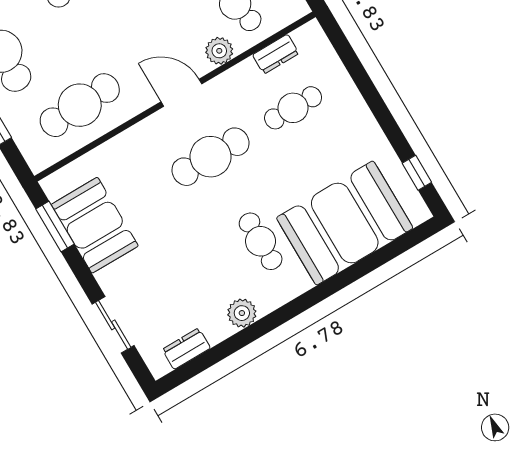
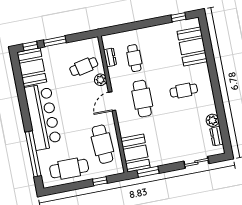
booth: (345, 223) -> (192, 46), width x0.73, depth x0.70
booth: (95, 225) -> (135, 153), moved, turned 90
plant: (242, 313) -> (212, 120), moved

